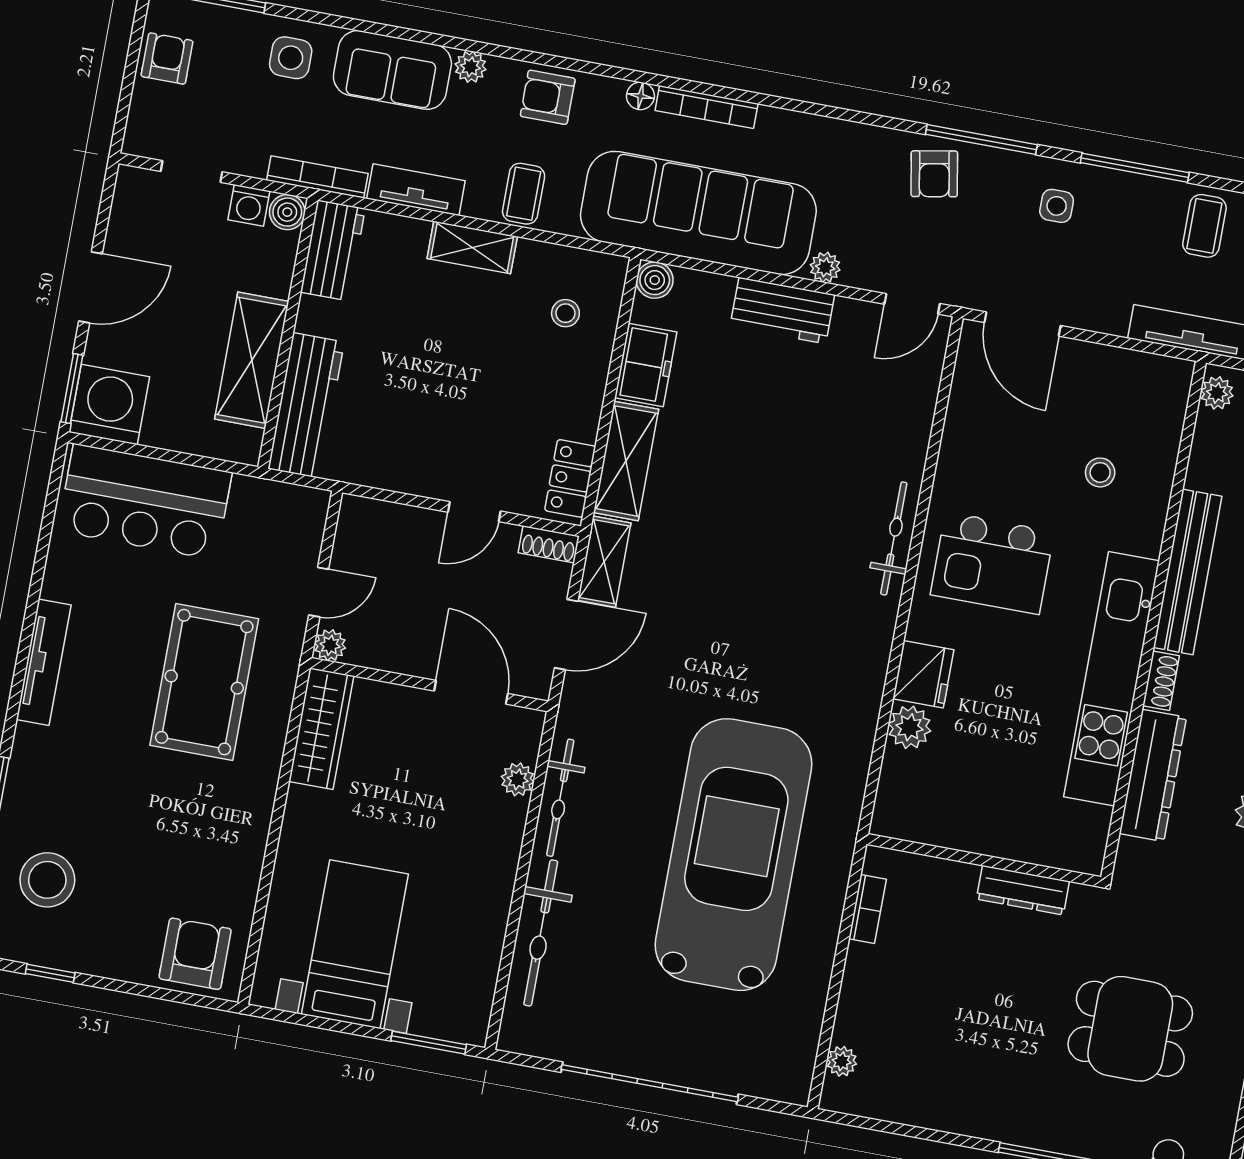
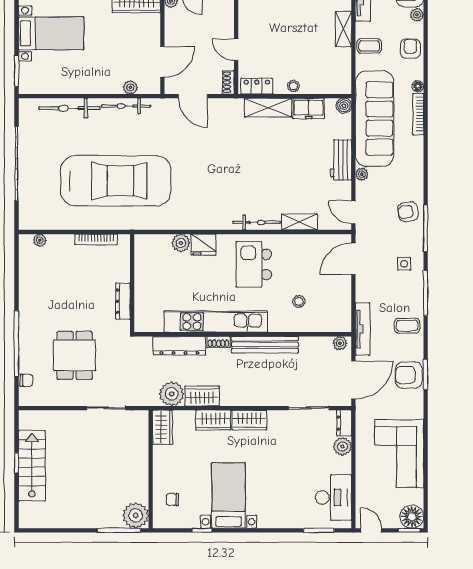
stool: (565, 313) -> (293, 86), moved
shelving: (604, 562) -> (299, 222), moved
bookcase: (868, 909) -> (96, 239), width x1.56

